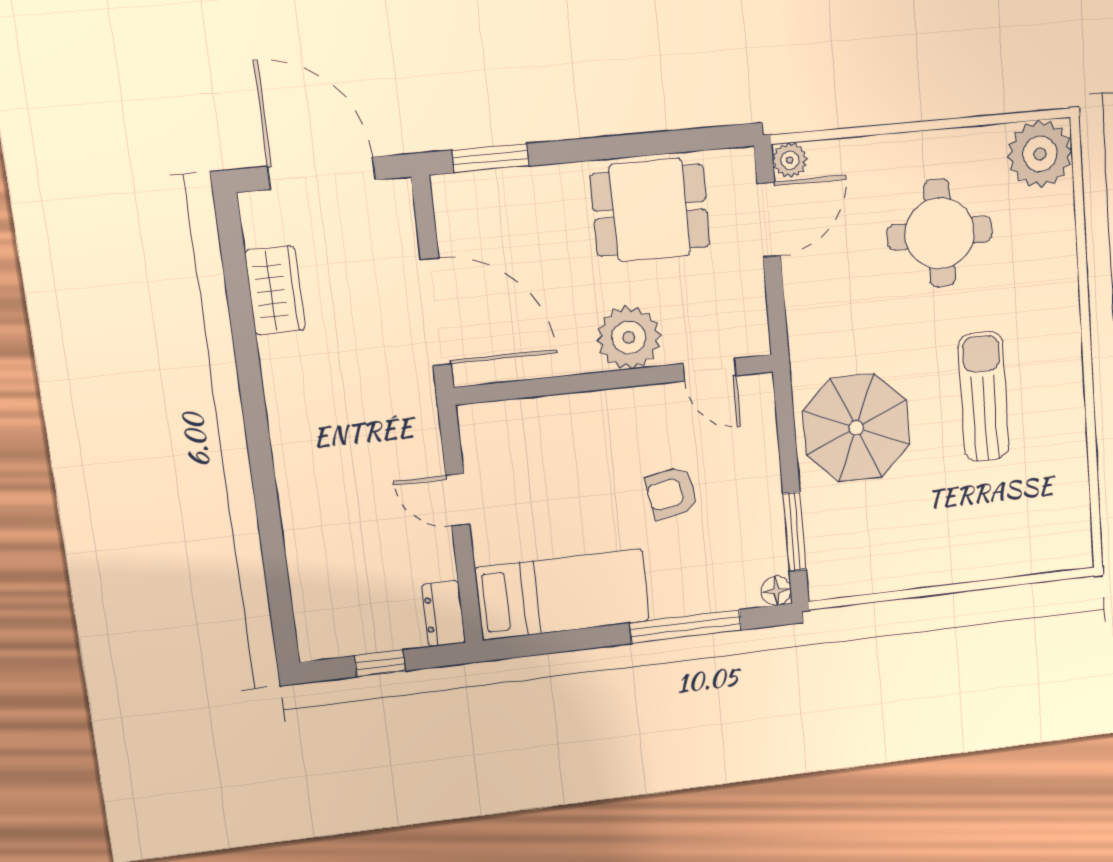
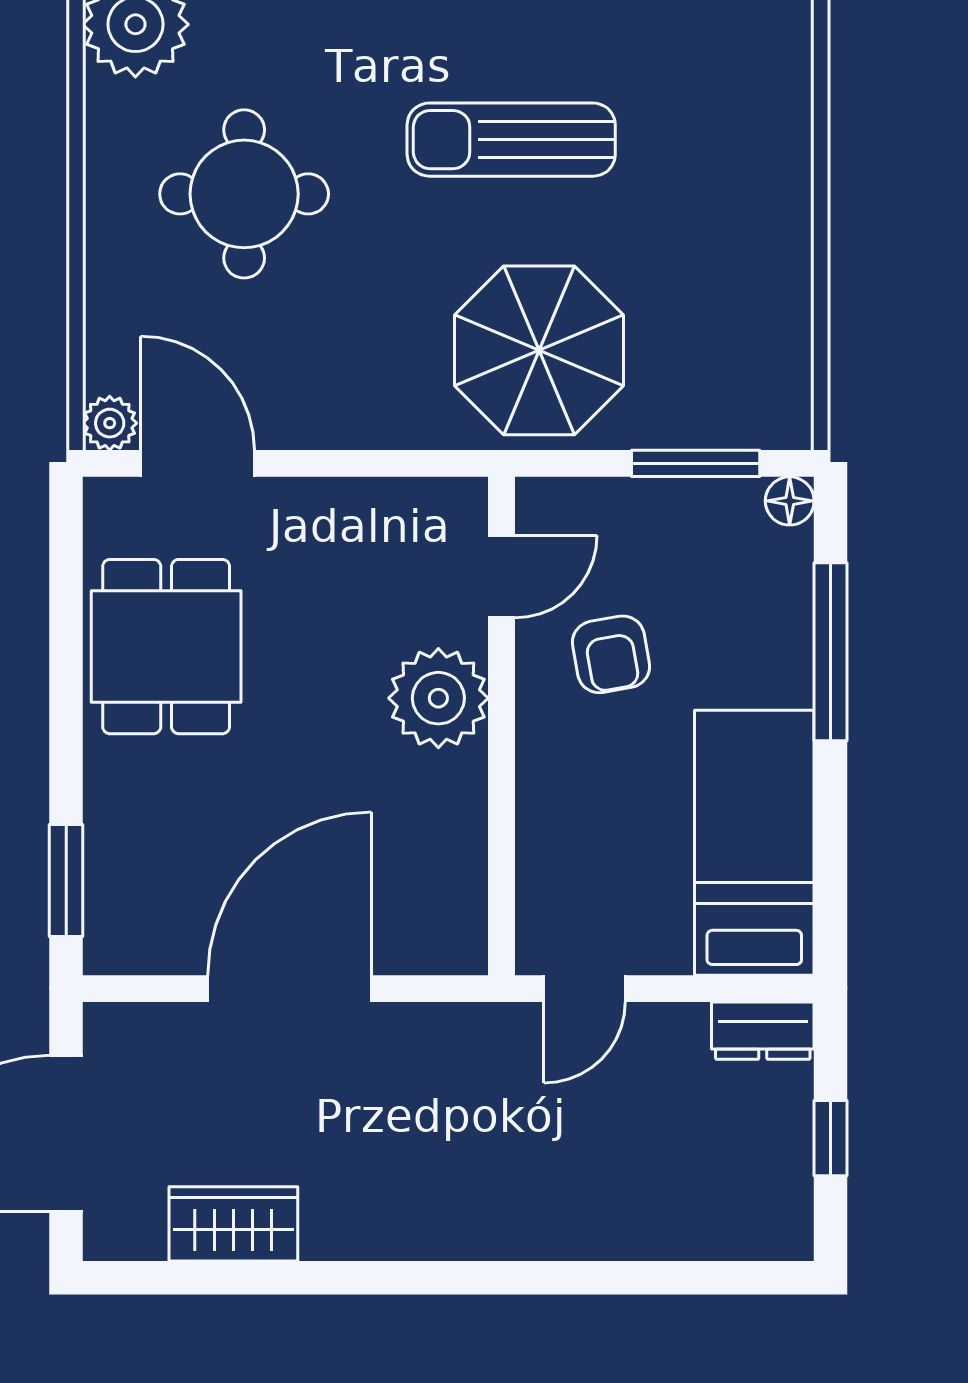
plant: (629, 338) -> (438, 698), moved
door: (710, 370) -> (502, 577), moved
wall: (615, 380) -> (502, 726), moved

